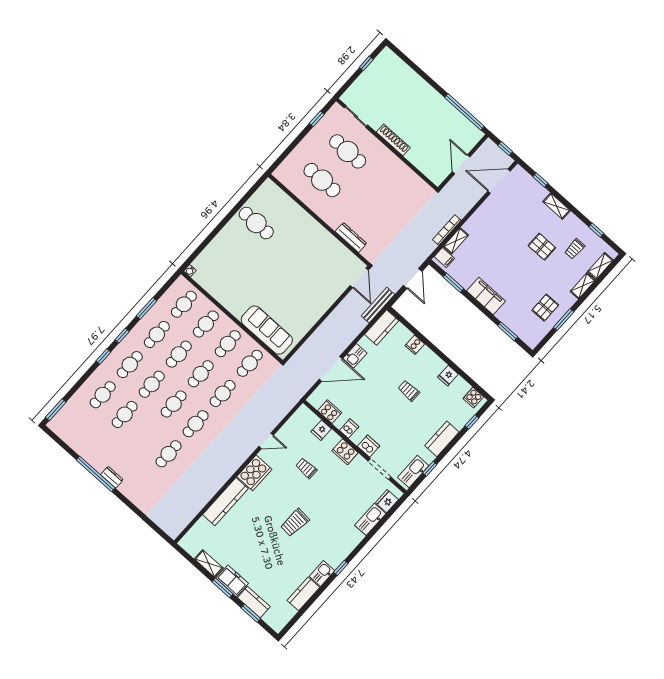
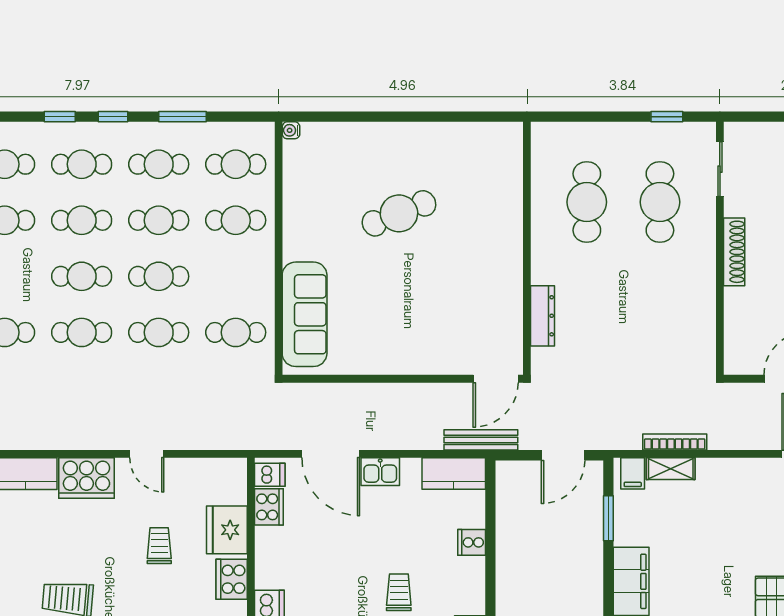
cafe table: (256, 223) -> (399, 213), moved, turned 68
cafe table: (228, 344) -> (236, 276), removed
dishwasher: (349, 428) -> (270, 475), moved
fridge: (321, 430) -> (227, 530), width x1.88, depth x1.34

